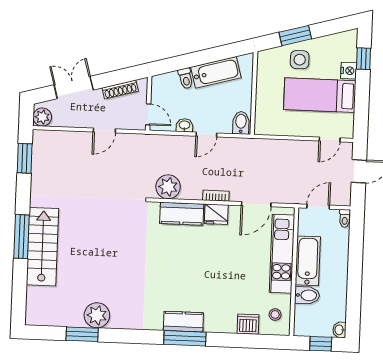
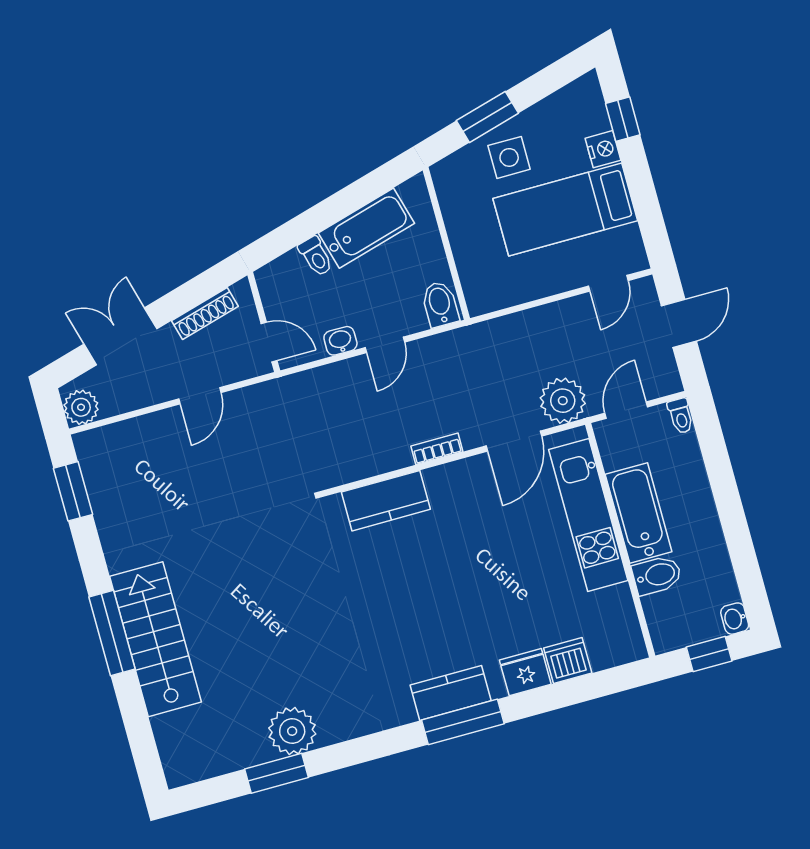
plant: (168, 187) -> (563, 401), moved
fridge: (216, 214) -> (525, 672), moved, turned 180
stool: (275, 314) -> (611, 628), removed

